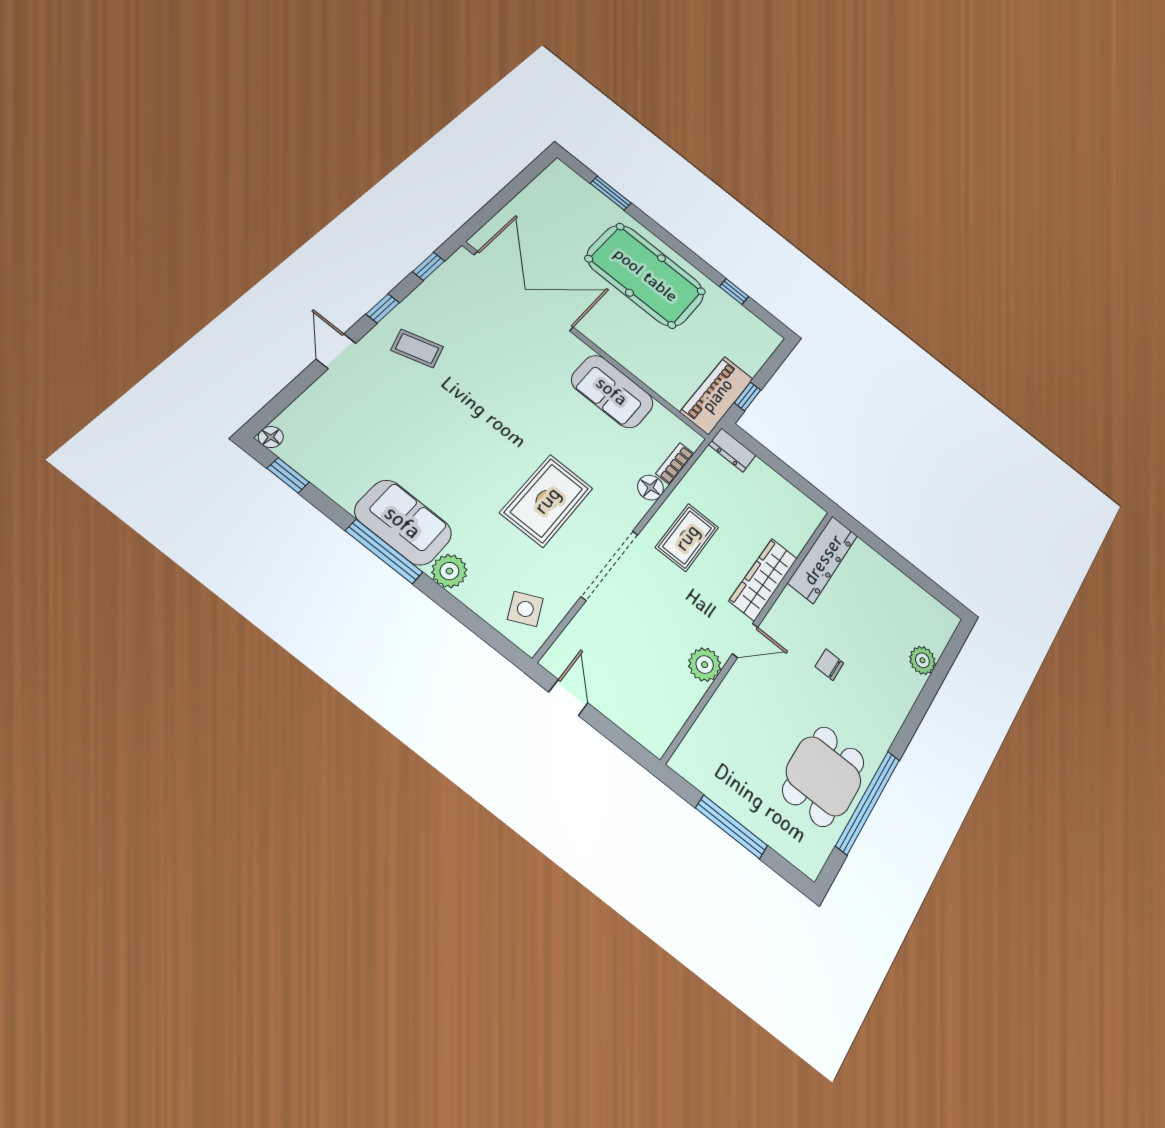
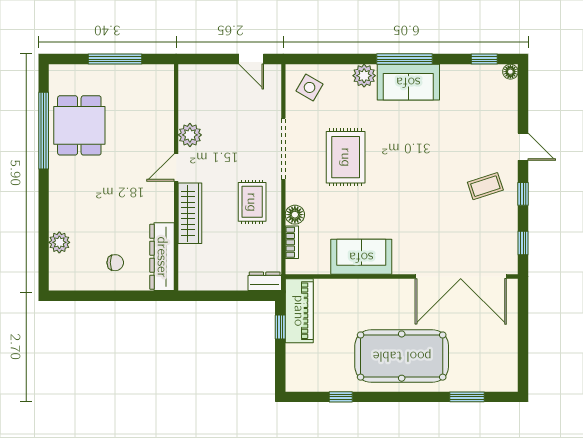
side table: (525, 609) -> (310, 87), turned -35
chair: (829, 665) -> (115, 263), moved

